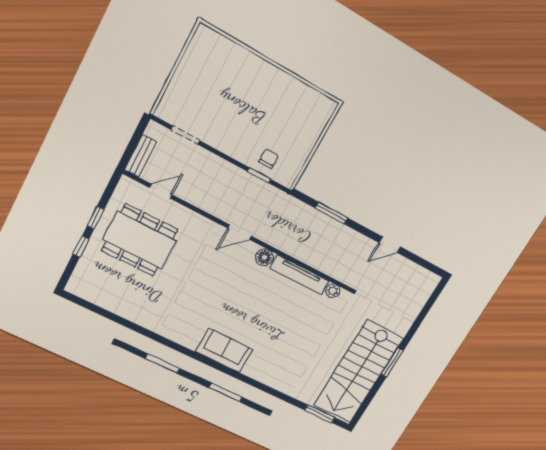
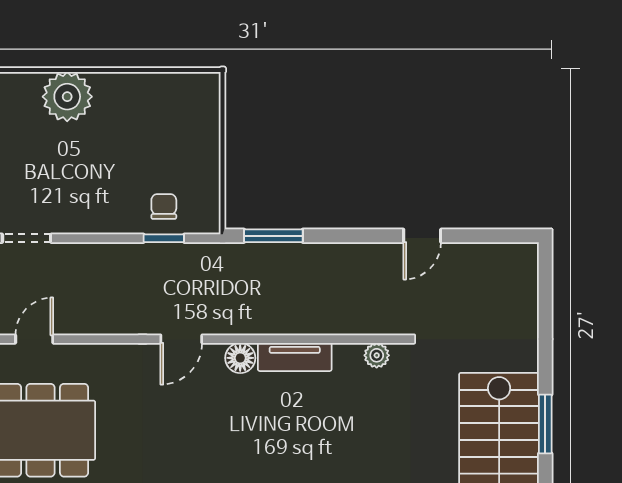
plant: (249, 69) -> (67, 97), added
window: (331, 213) -> (273, 236), moved
tv unit: (300, 275) -> (295, 357), width x0.71

